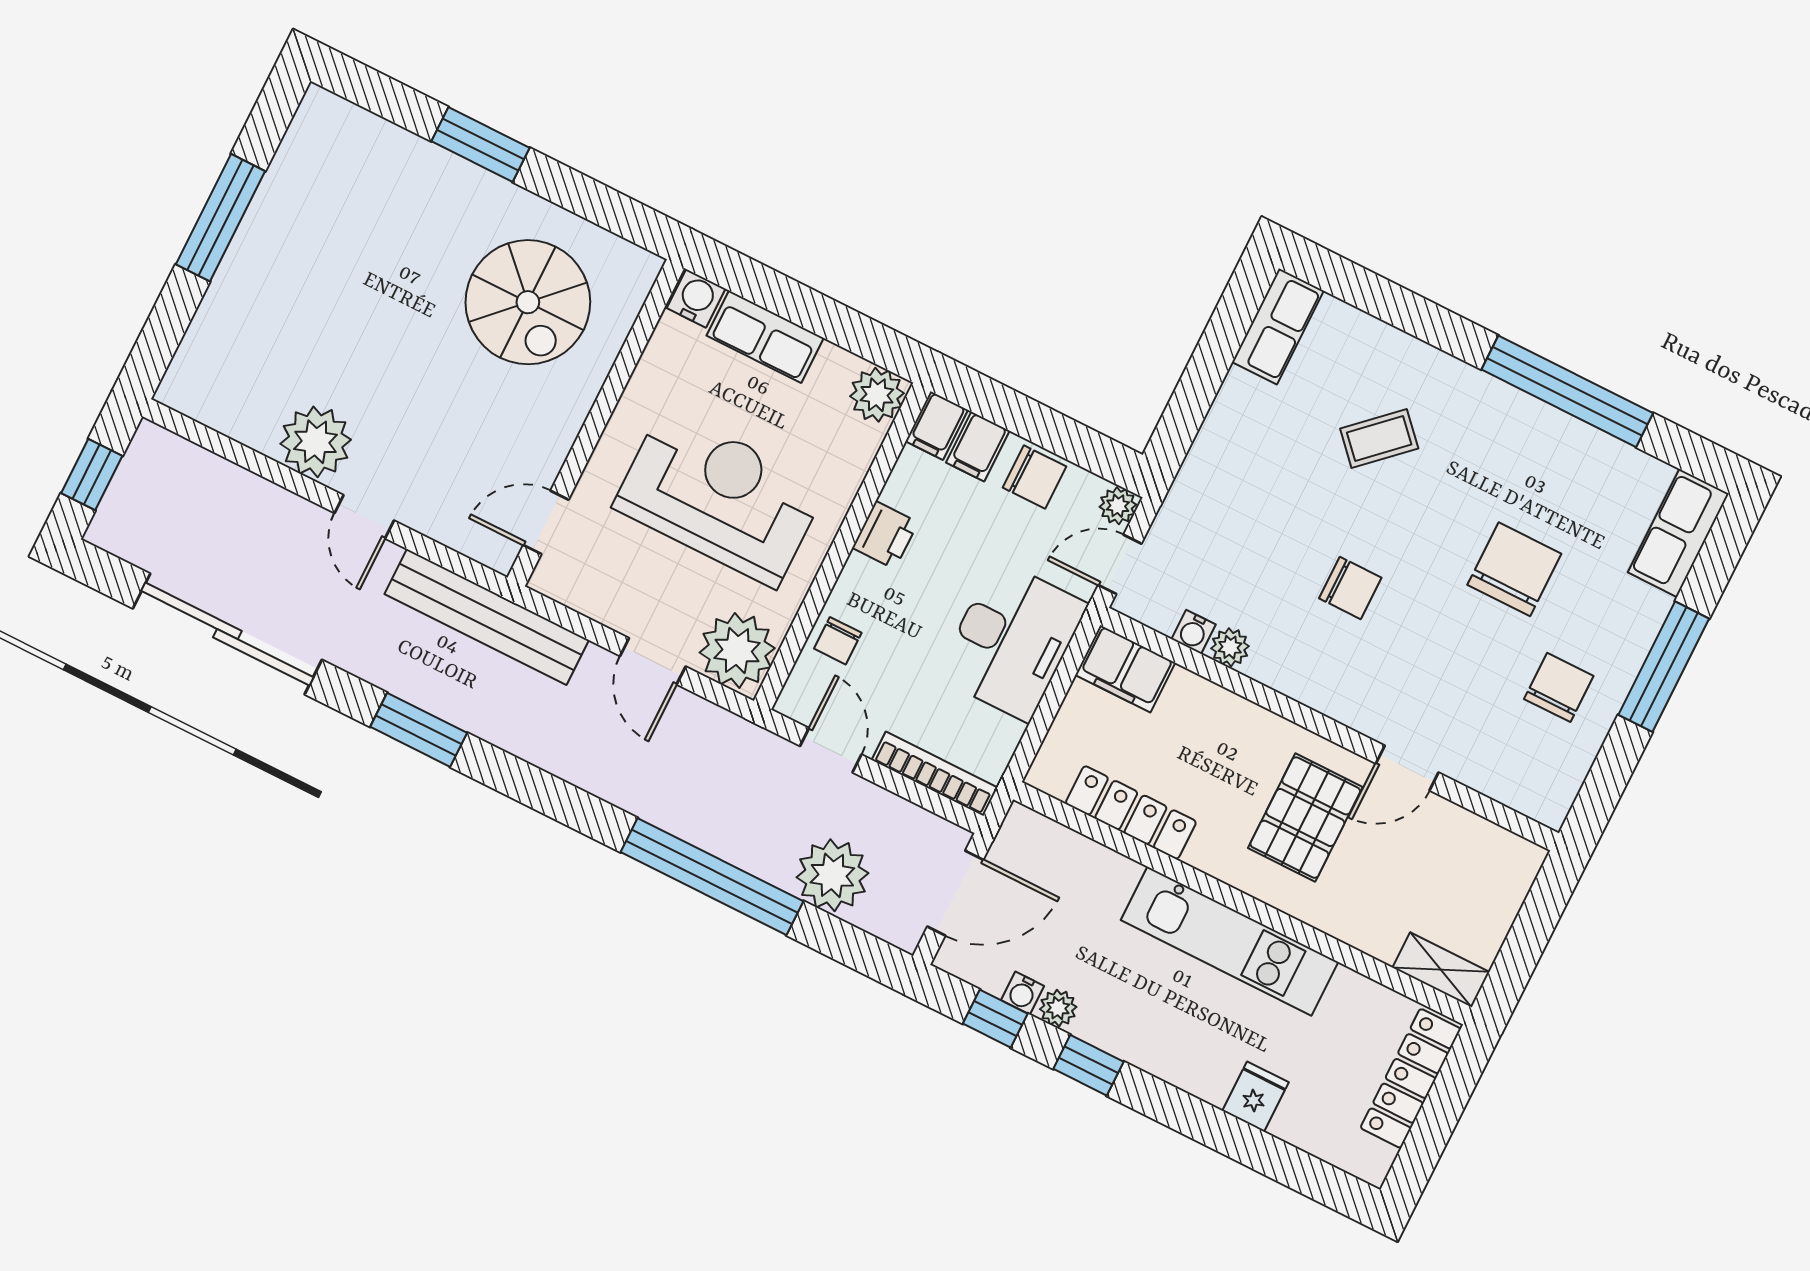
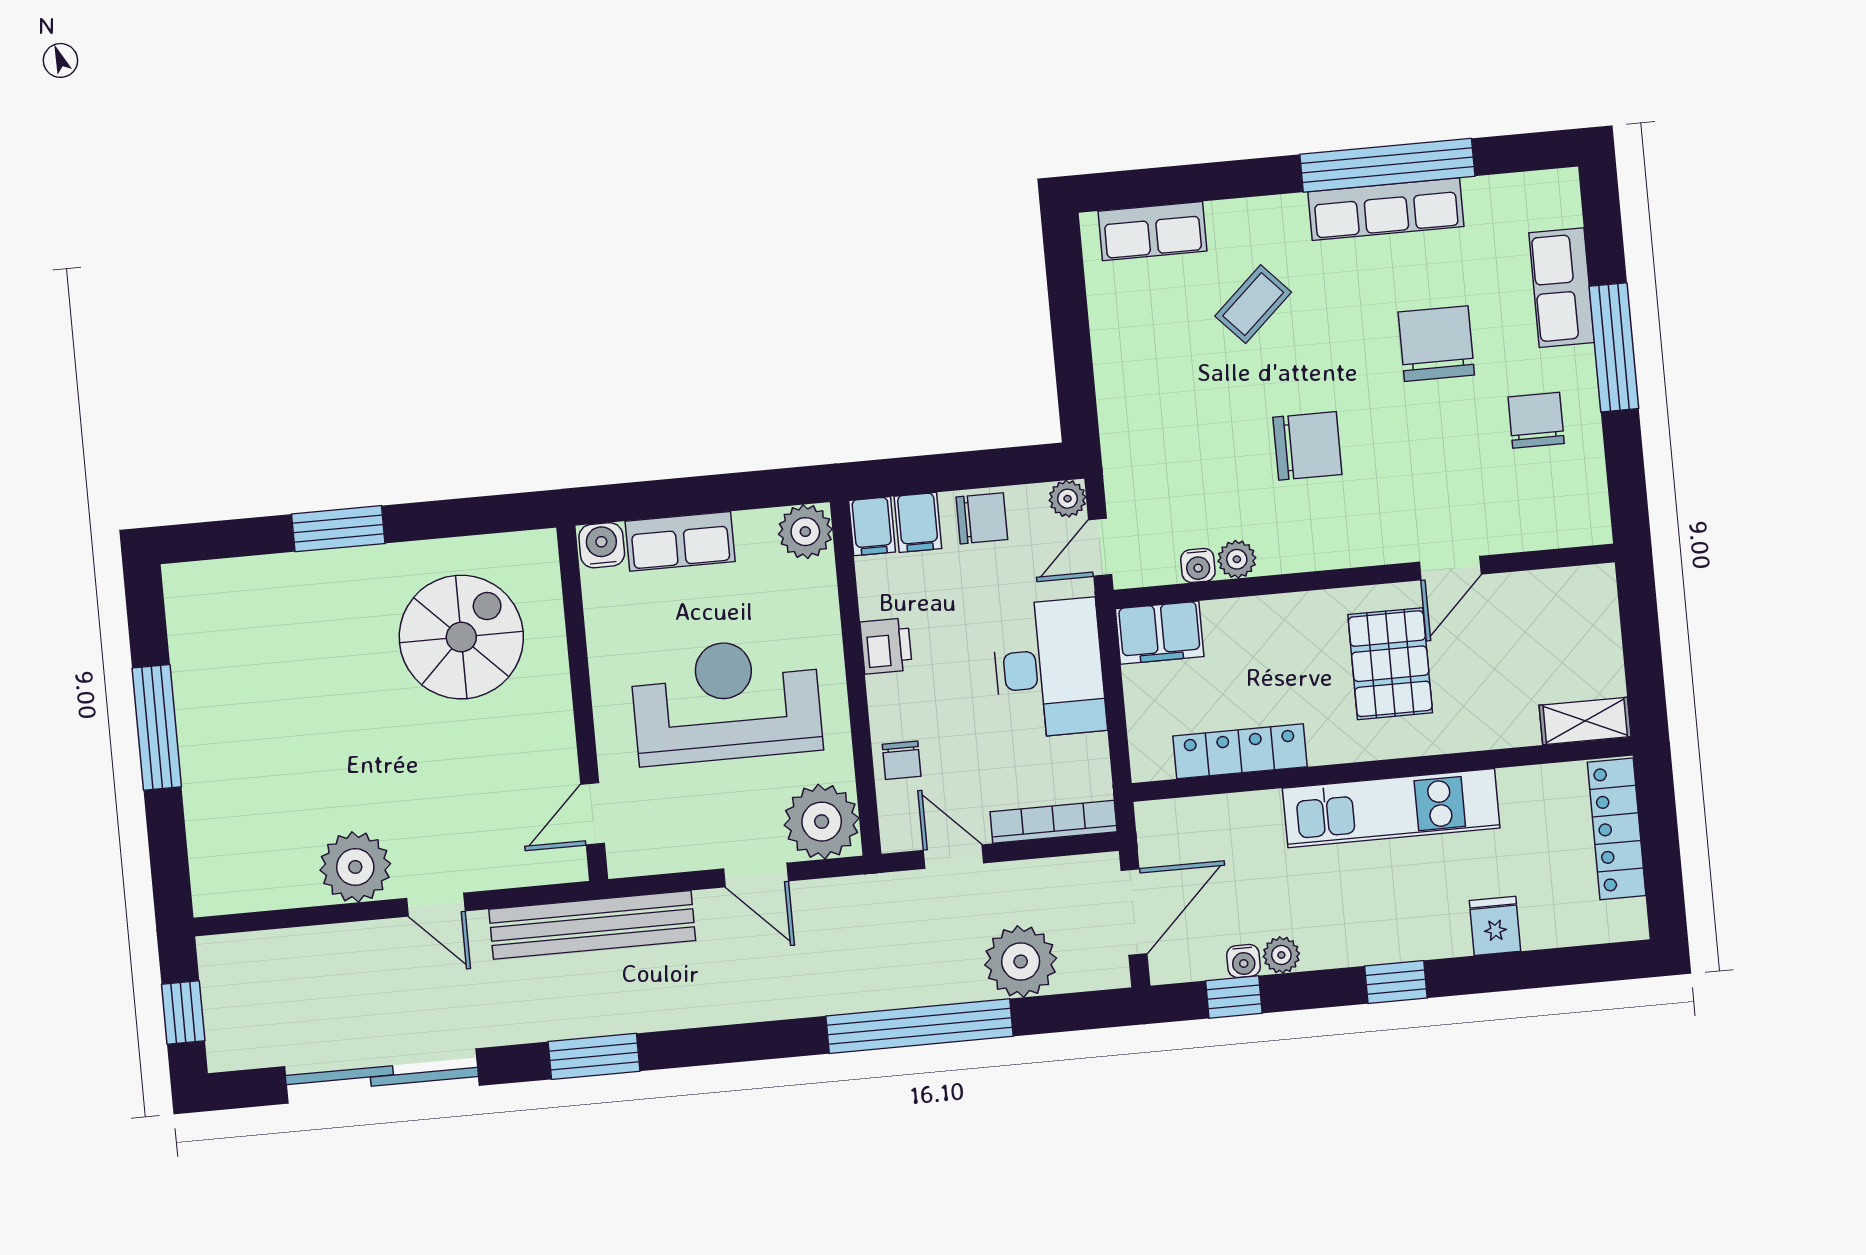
spiral stairs: (528, 302) -> (461, 637), turned -90
row of seats: (1278, 326) -> (1153, 231), moved, turned 90
row of seats: (1543, 428) -> (1386, 209), added
row of seats: (1678, 533) -> (1562, 288), moved
chair: (1350, 588) -> (1307, 446), width x1.37, depth x1.37
window: (1088, 1065) -> (1396, 982), moved

